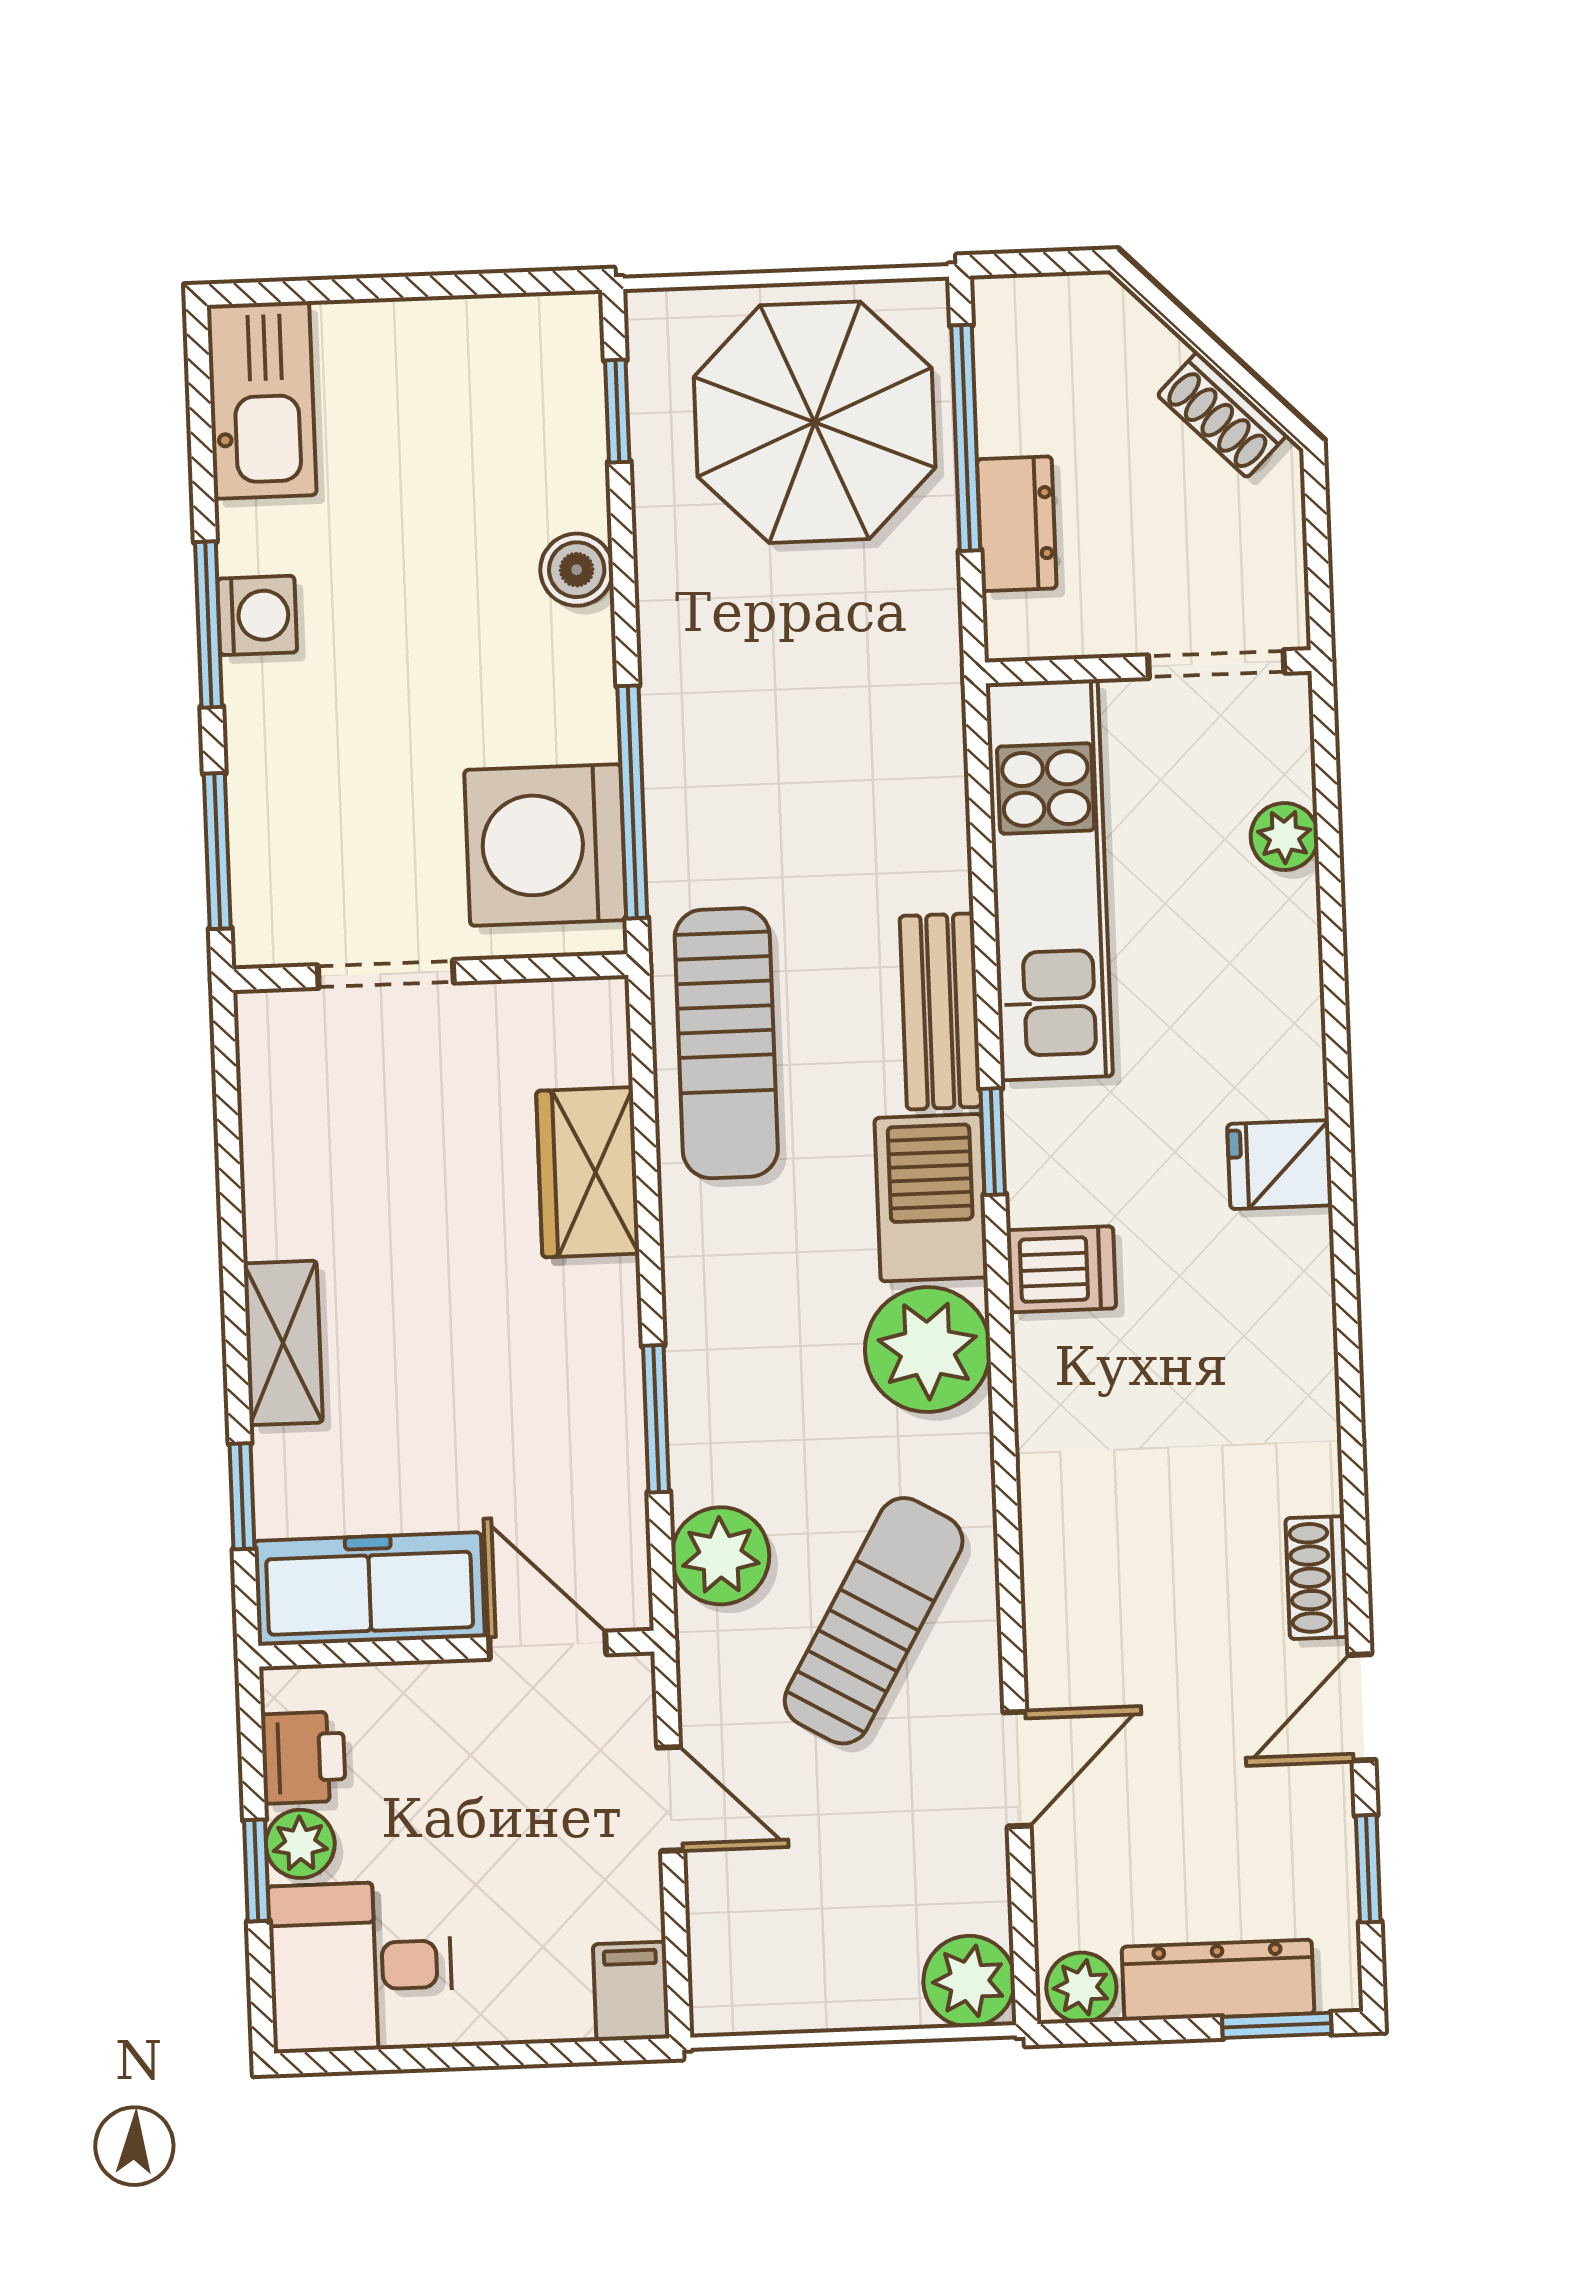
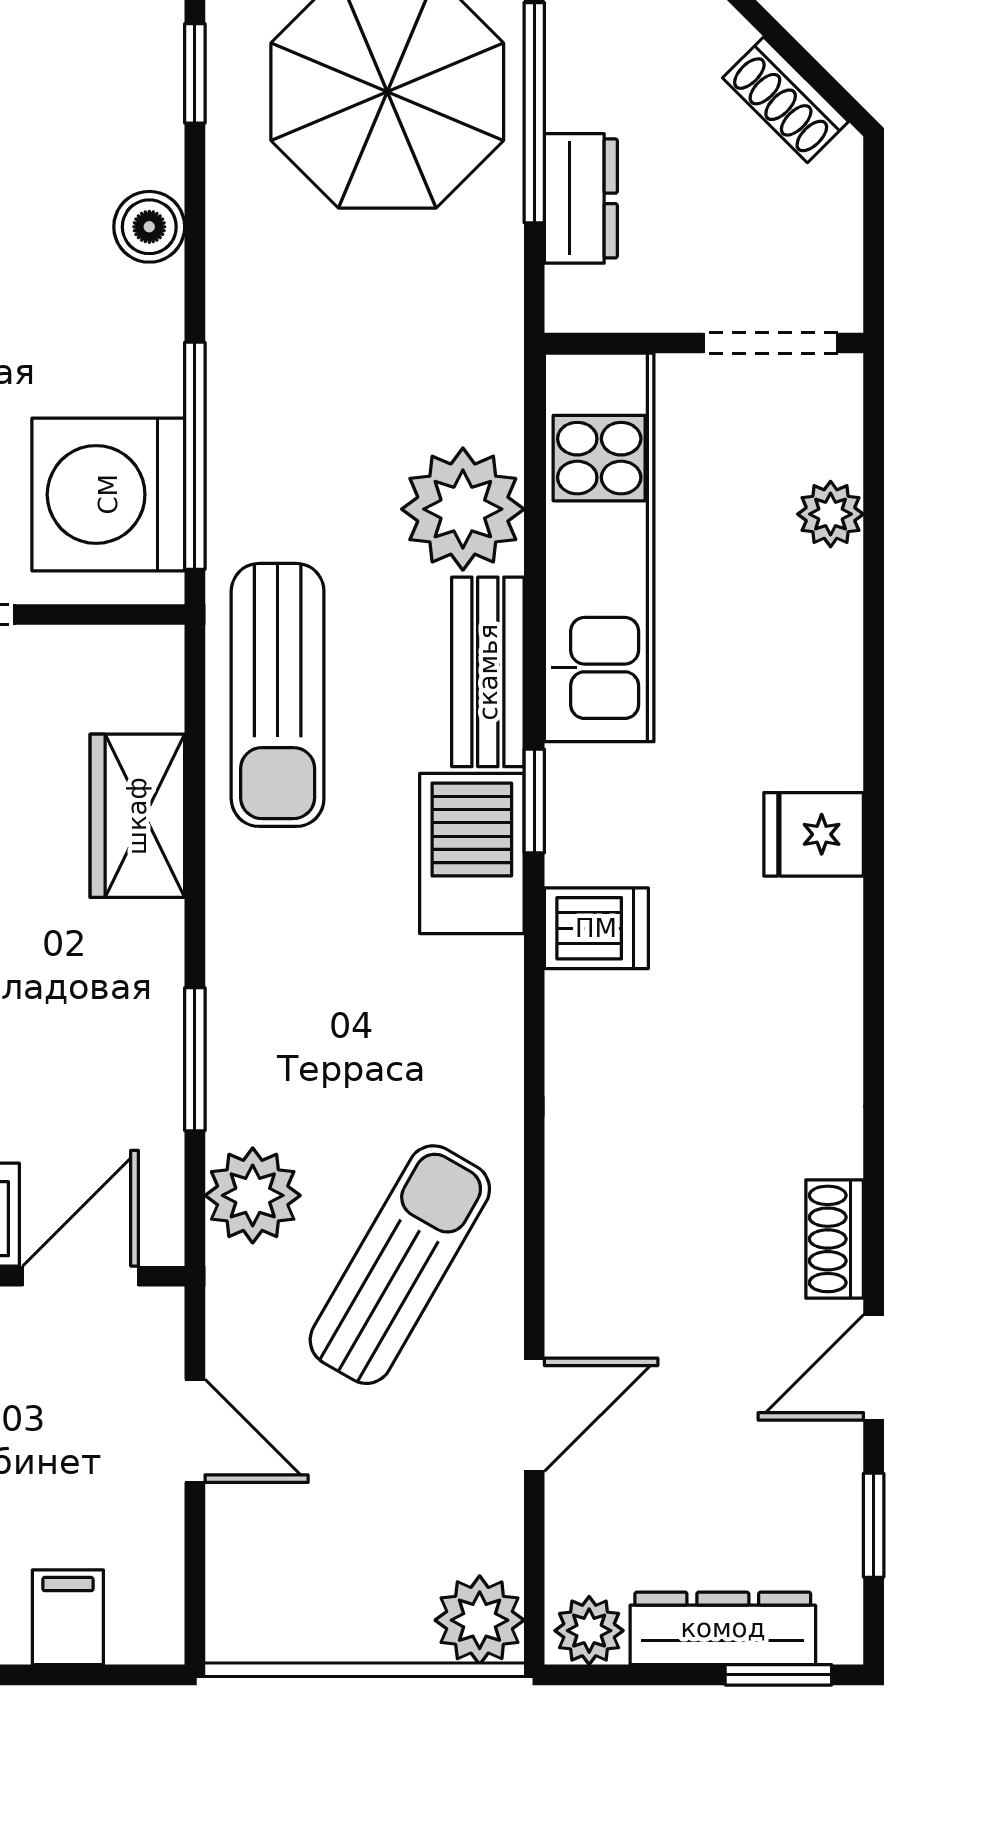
plant: (928, 1349) -> (463, 509), moved
door: (548, 1645) -> (80, 1276), hinge flipped
filing cabinet: (631, 1991) -> (68, 1617), moved

